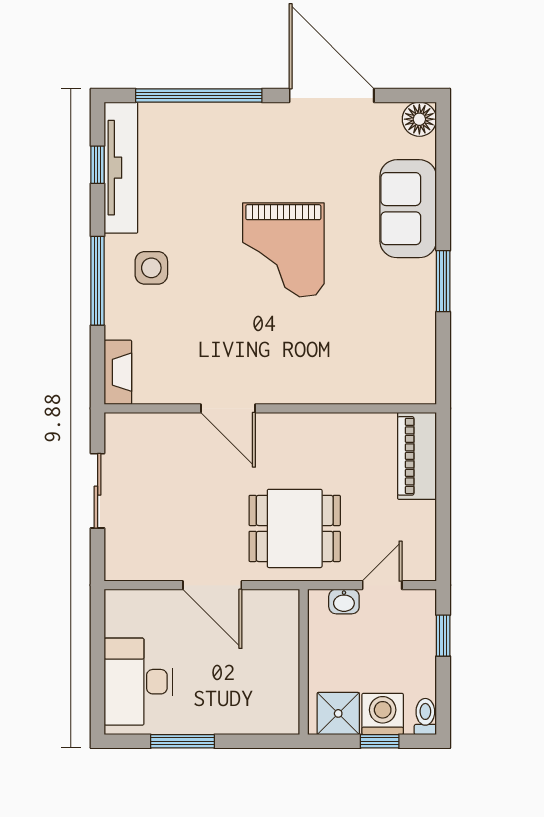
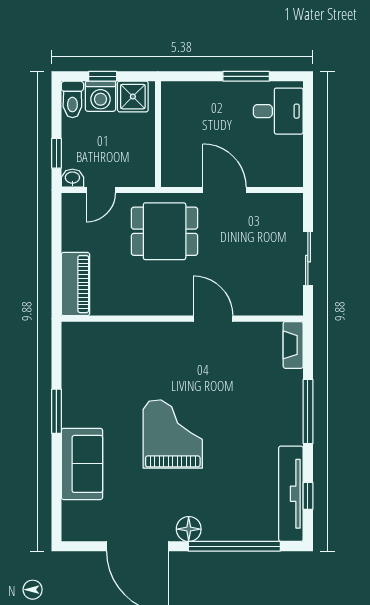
floor lamp: (419, 119) -> (189, 529), moved
side table: (151, 268) -> (269, 421), removed
washbasin: (344, 601) -> (72, 178), moved
desk: (138, 682) -> (278, 111), width x0.73
toilet: (425, 717) -> (72, 99), width x1.37, depth x1.39

